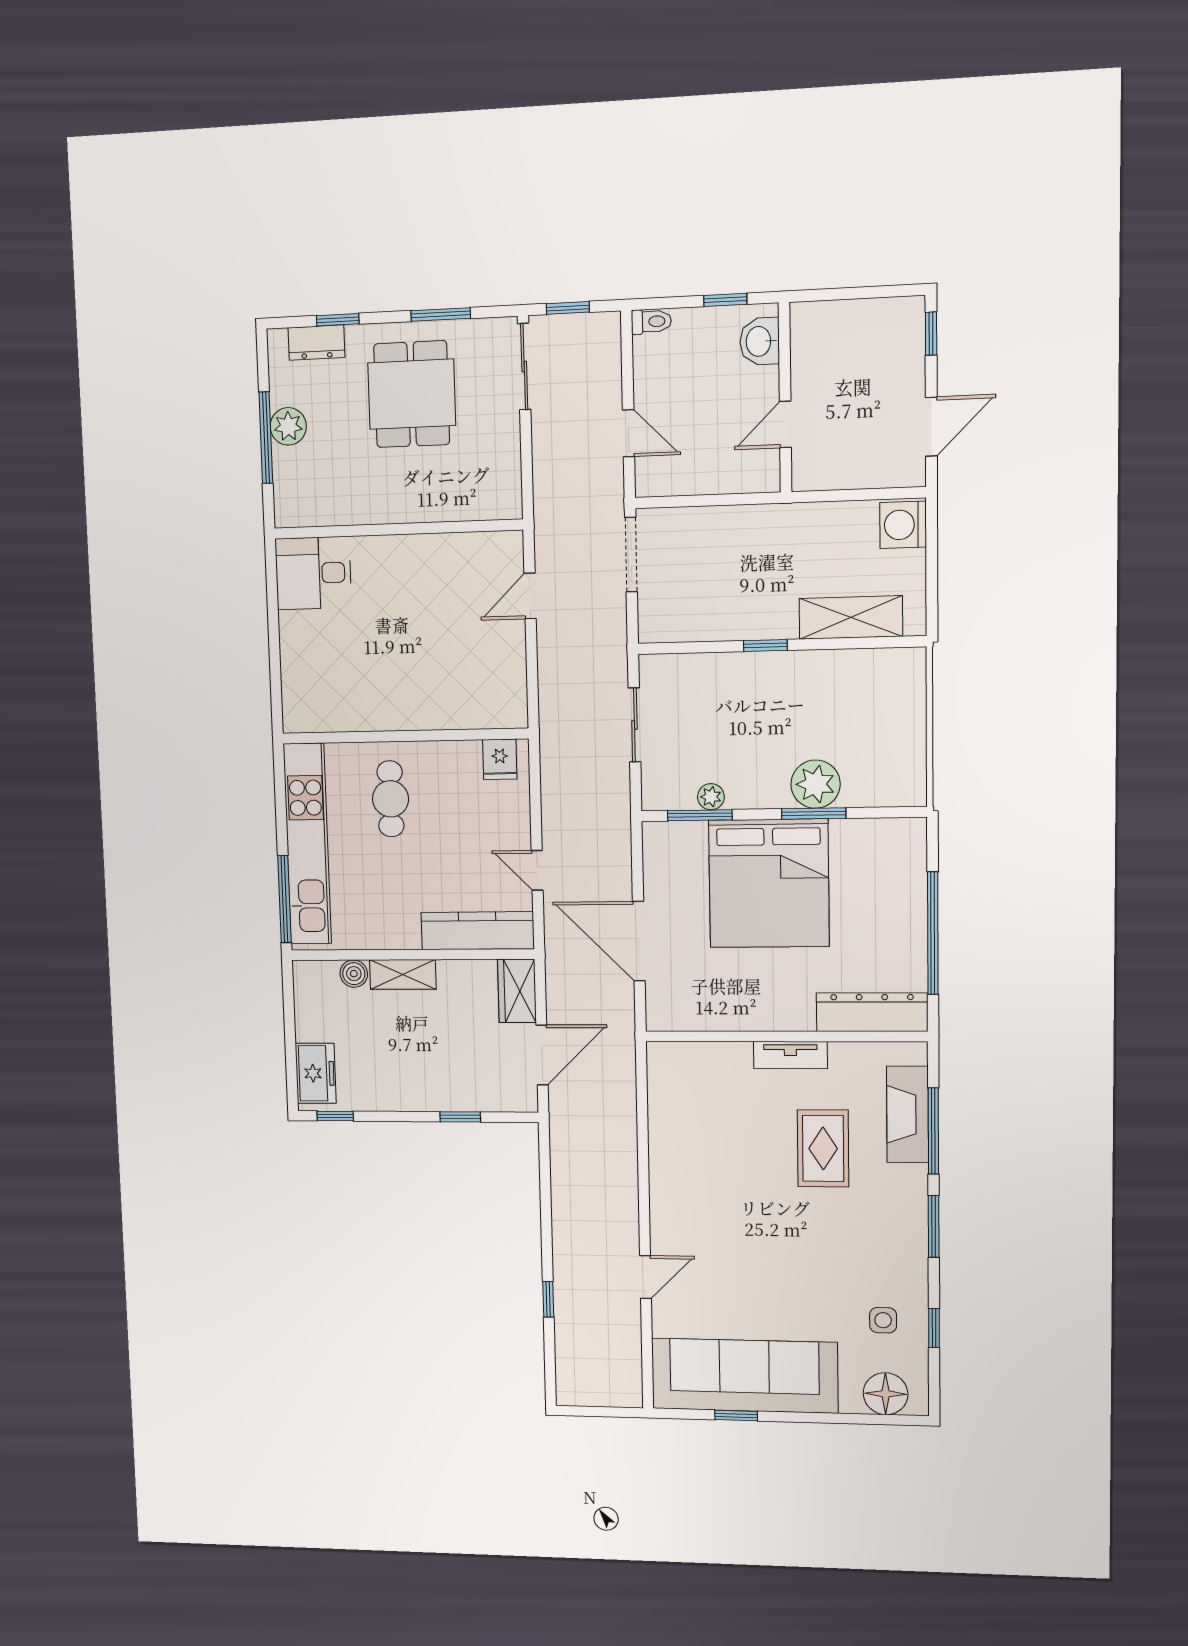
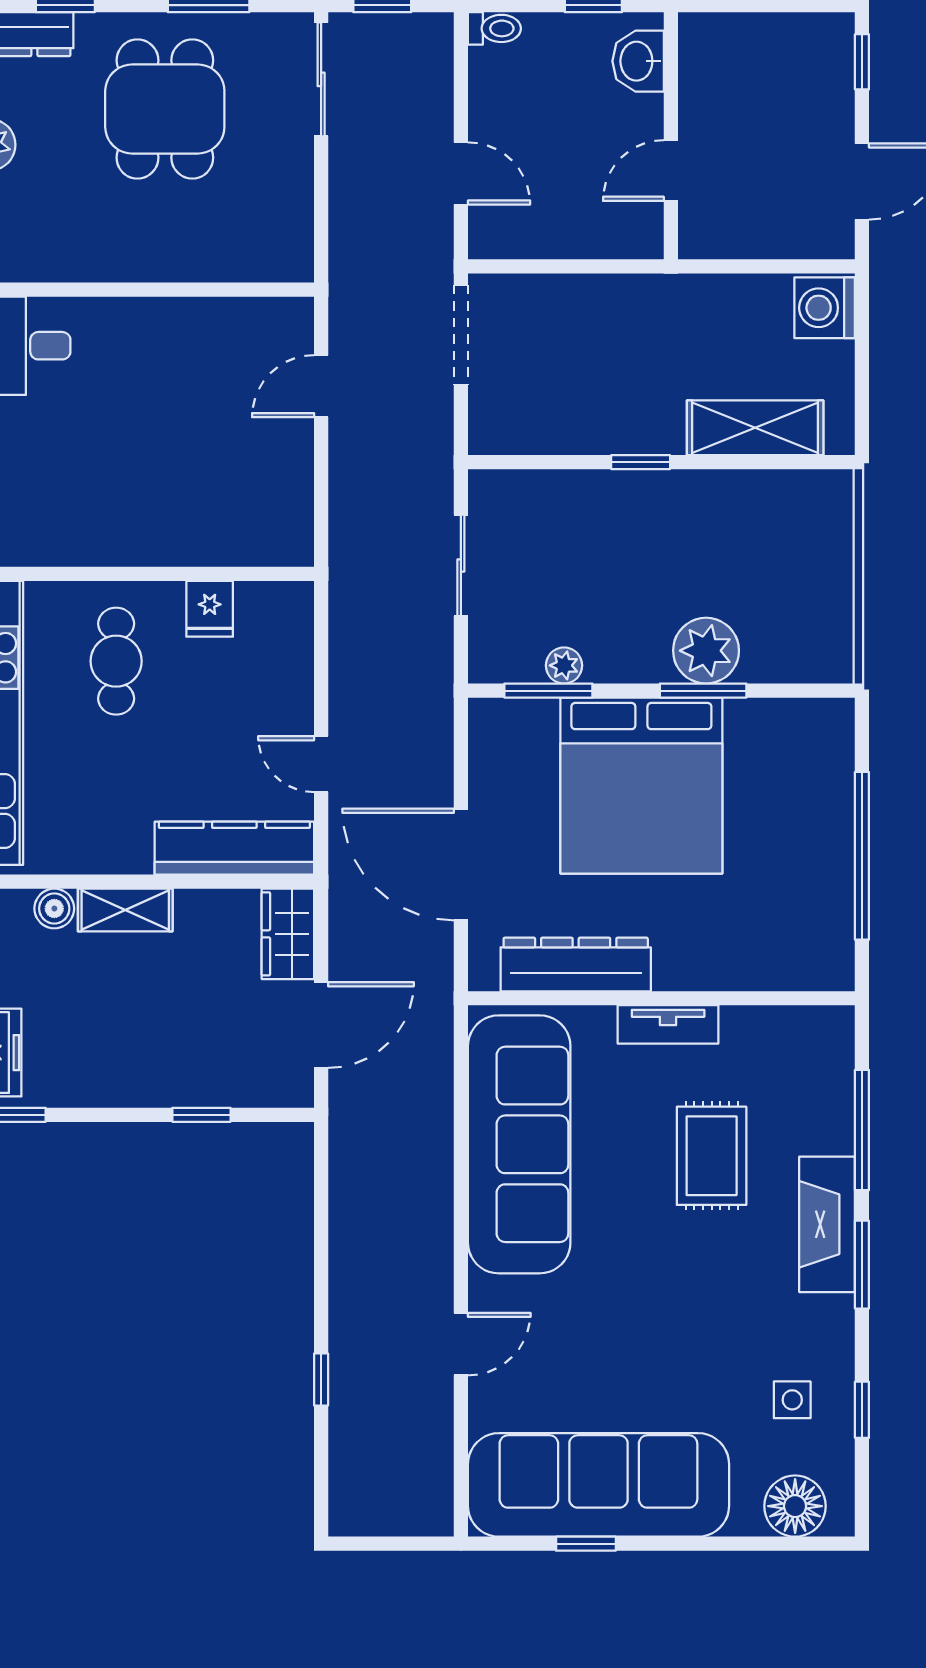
fridge: (500, 759) -> (210, 609), moved
dresser: (872, 1012) -> (576, 964), moved
fireplace: (908, 1114) -> (827, 1224), moved
sofa: (684, 1139) -> (519, 1144), added

